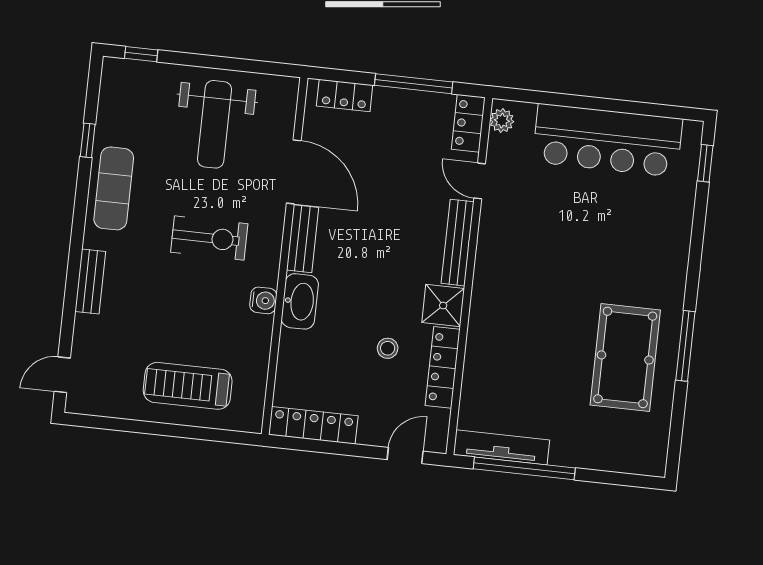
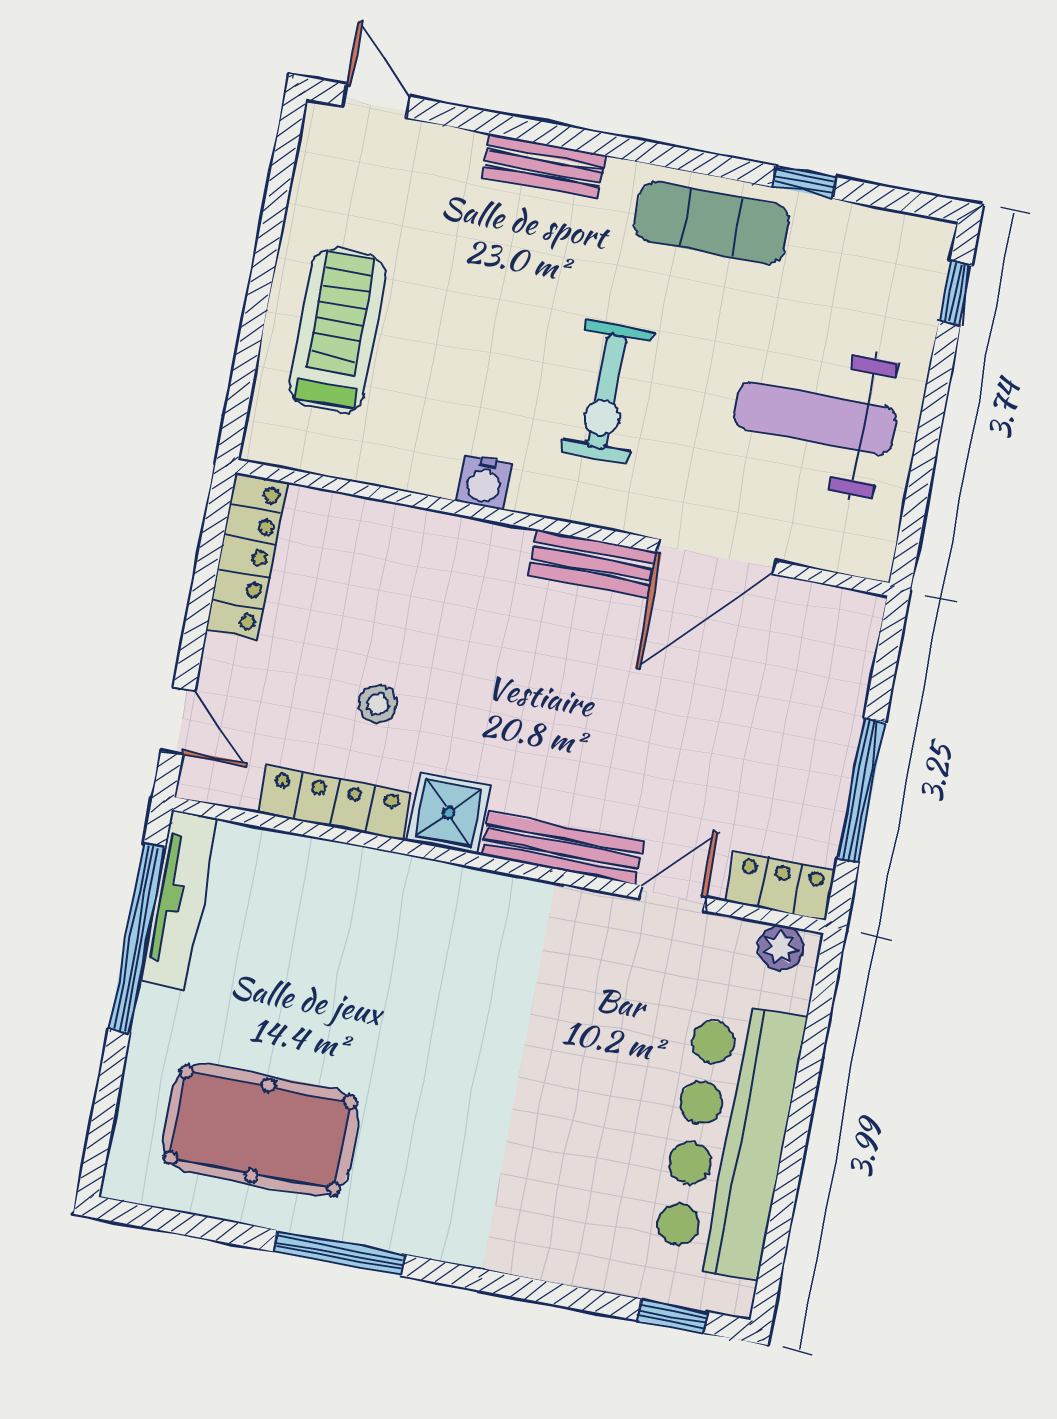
locker: (345, 96) -> (849, 662), removed
washbasin: (300, 301) -> (477, 549), removed
pool table: (625, 357) -> (260, 1130), moved

